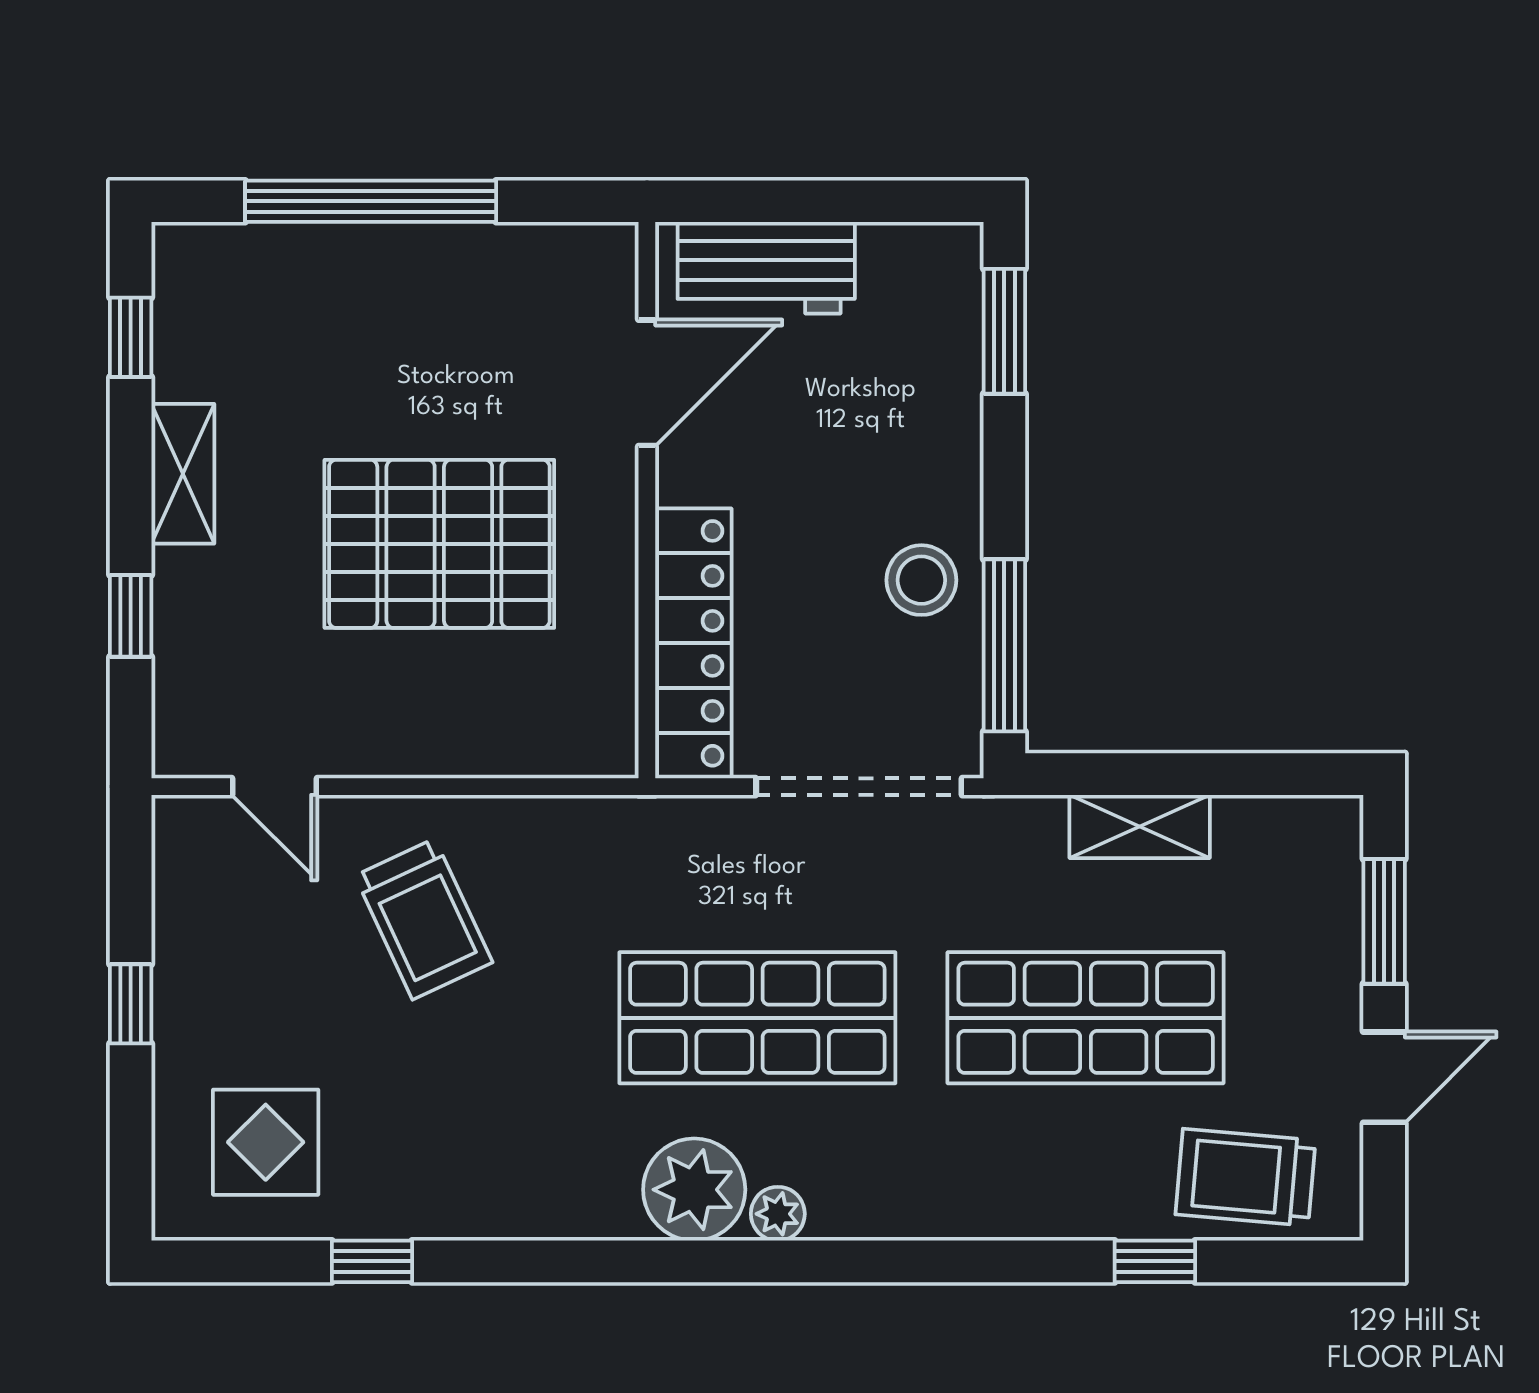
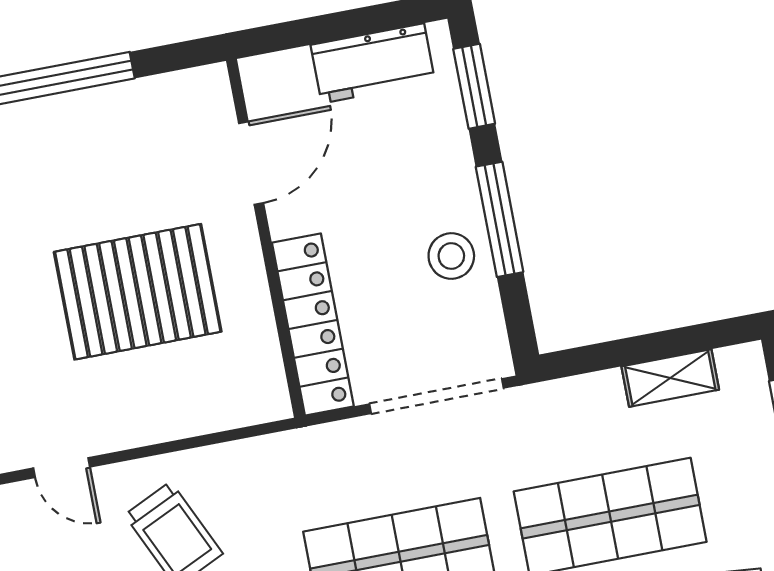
workbench: (766, 268) -> (373, 63), moved
window: (1004, 645) -> (500, 219), moved
shelving: (1140, 826) -> (670, 378), moved

